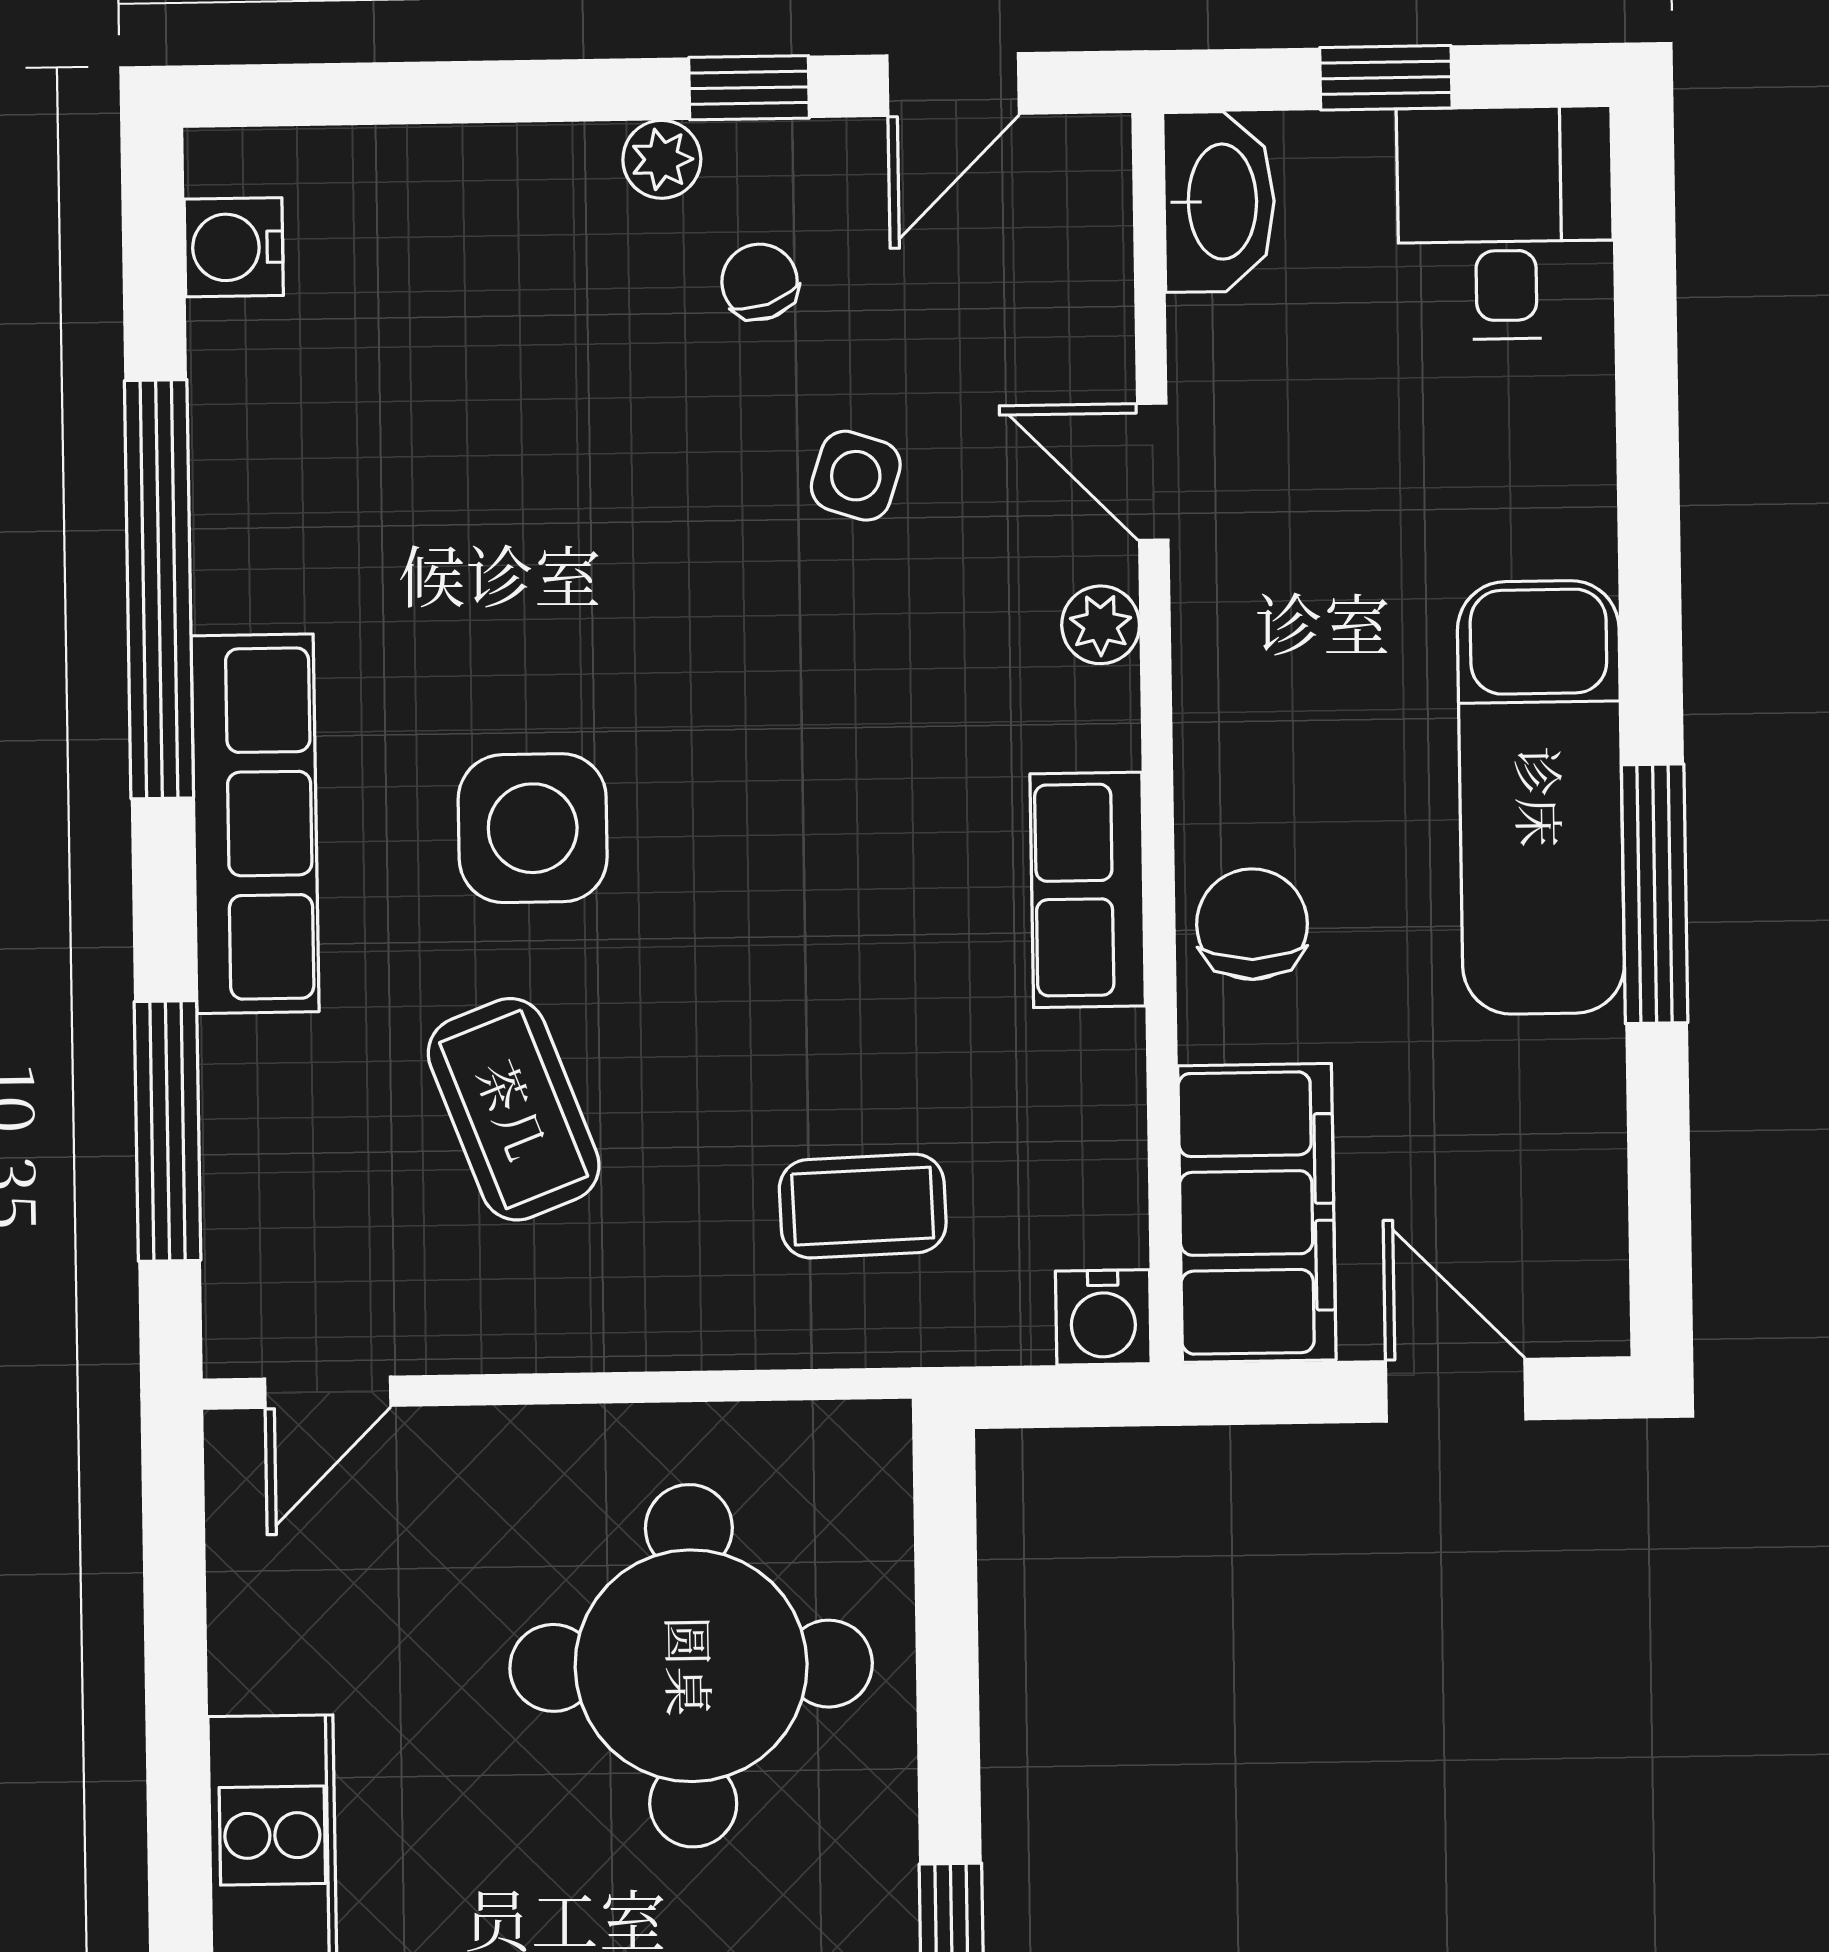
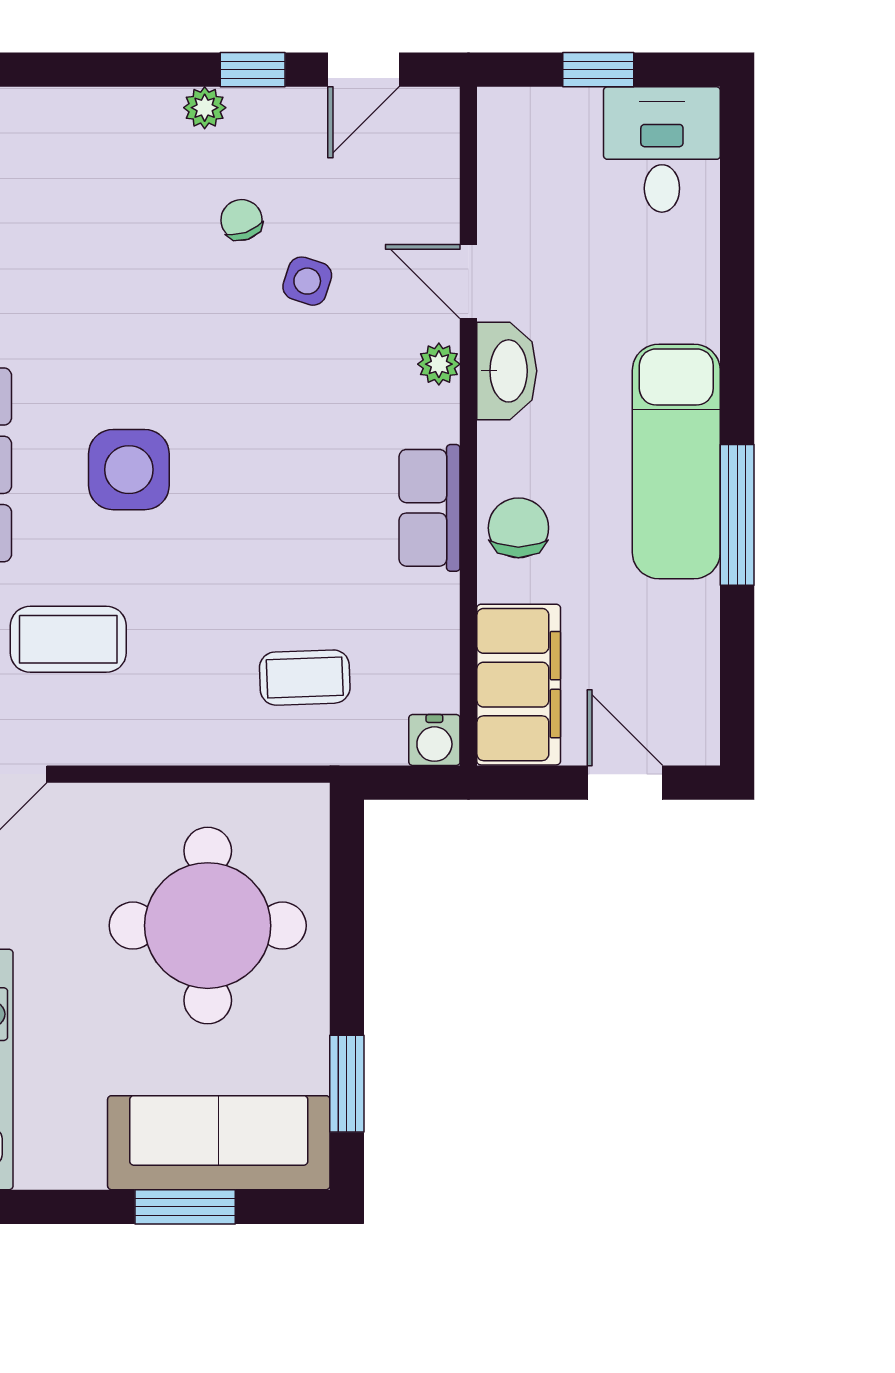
washbasin: (1219, 202) -> (507, 371), moved
chair: (760, 282) -> (242, 220), moved
coffee table: (514, 1109) -> (68, 639), moved, turned -69

